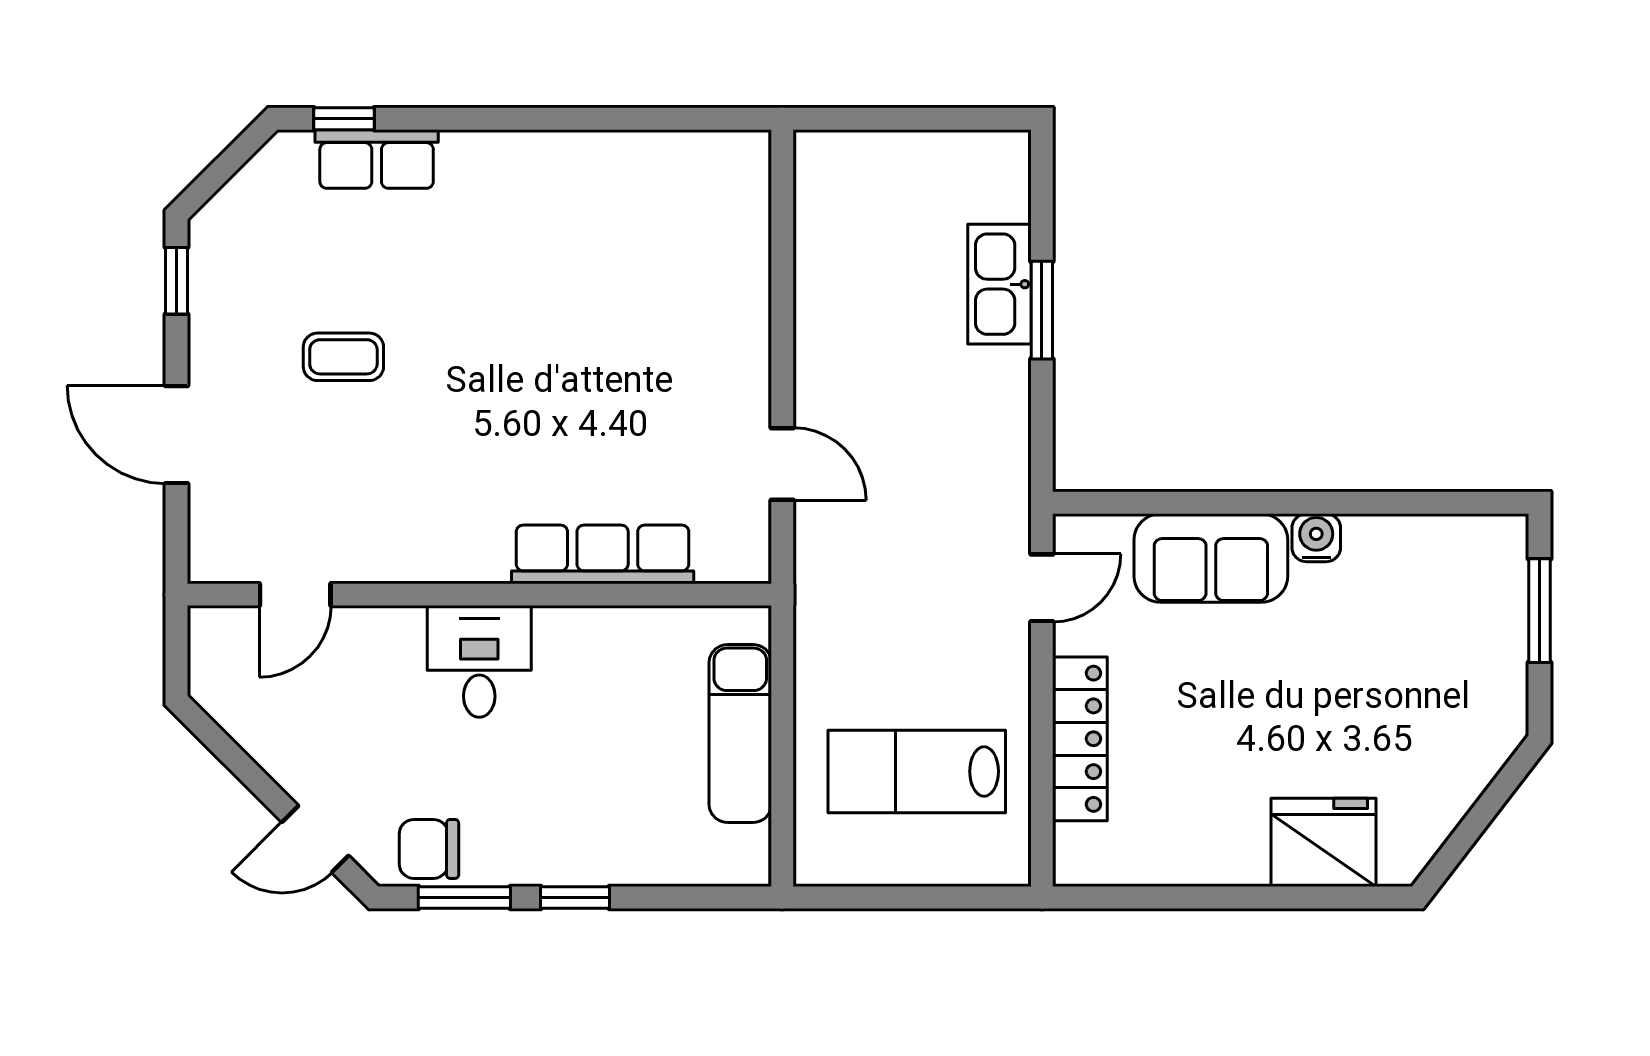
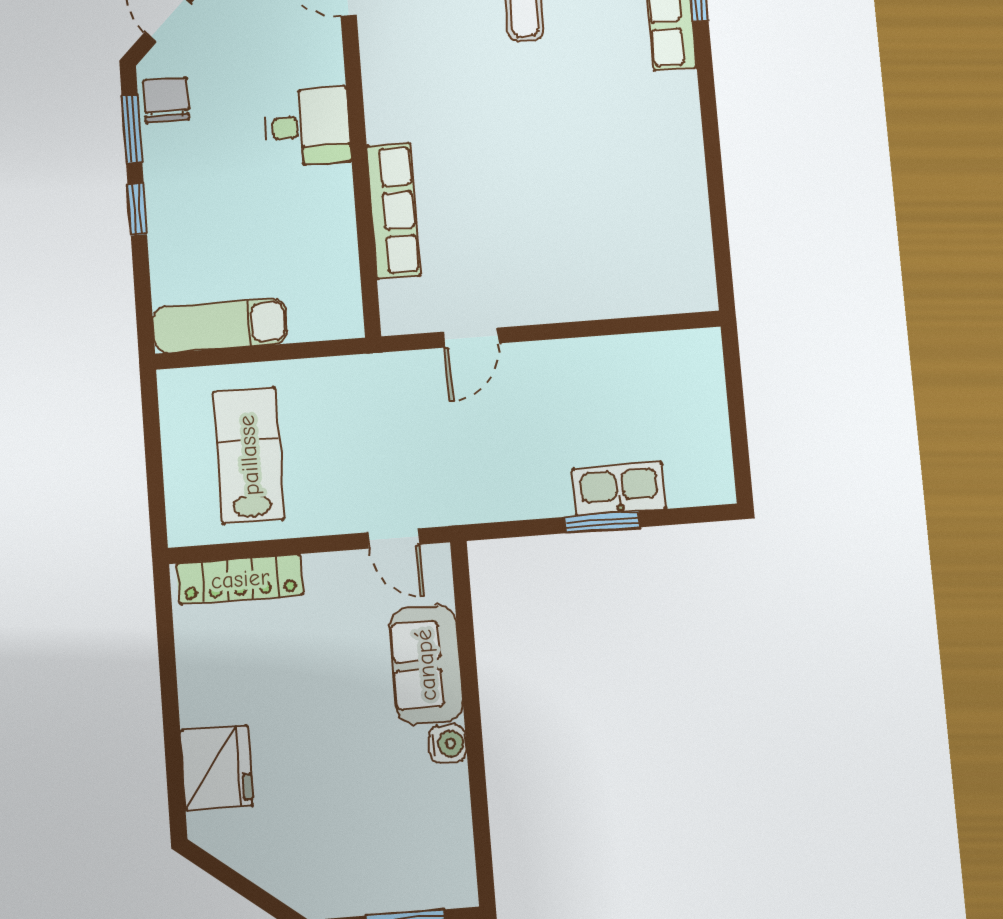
exam couch: (740, 734) -> (220, 325), moved
locker: (1080, 739) -> (240, 579), moved

